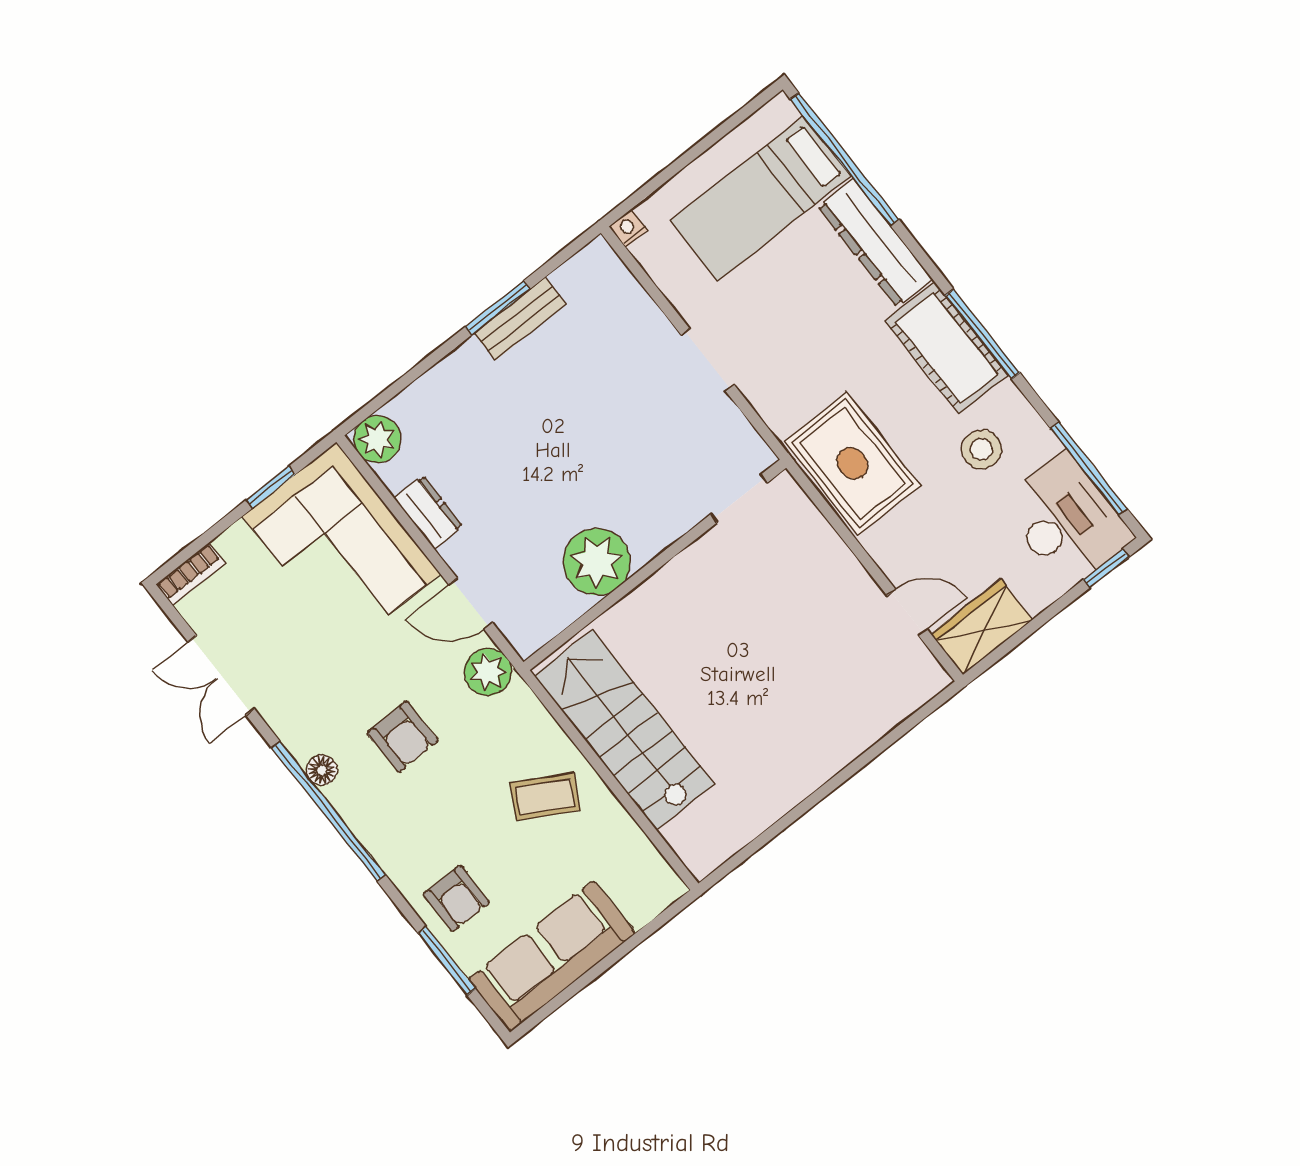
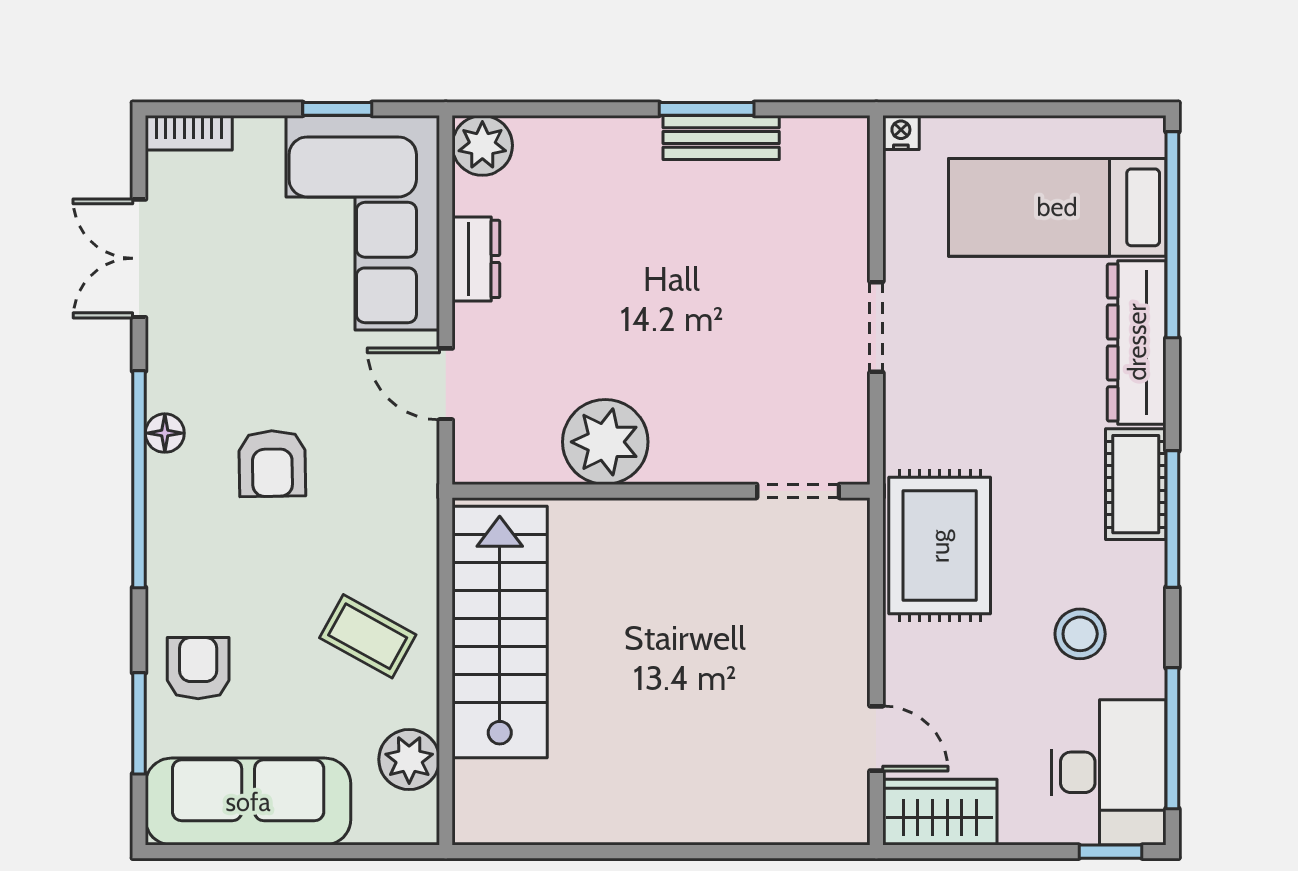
cot: (947, 348) -> (1136, 484), width x0.73, depth x0.75
plant: (488, 672) -> (409, 759), moved
armchair: (456, 898) -> (198, 668), turned 180

